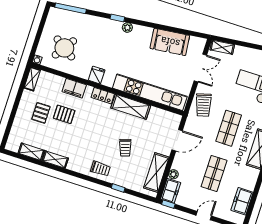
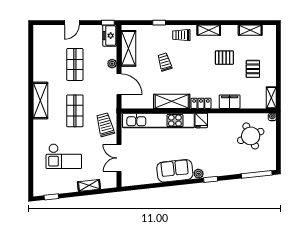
sofa: (170, 42) -> (175, 171), moved
shelving: (222, 47) -> (89, 185), moved
round table: (64, 48) -> (251, 136), turned 32
fridge: (97, 75) -> (201, 120), moved
pallet: (64, 114) -> (224, 58), moved
door: (177, 140) -> (119, 84), swing flipped
shelving: (55, 159) -> (209, 30), moved
plant: (173, 174) -> (112, 64), moved
freezer: (242, 201) -> (41, 47), removed

